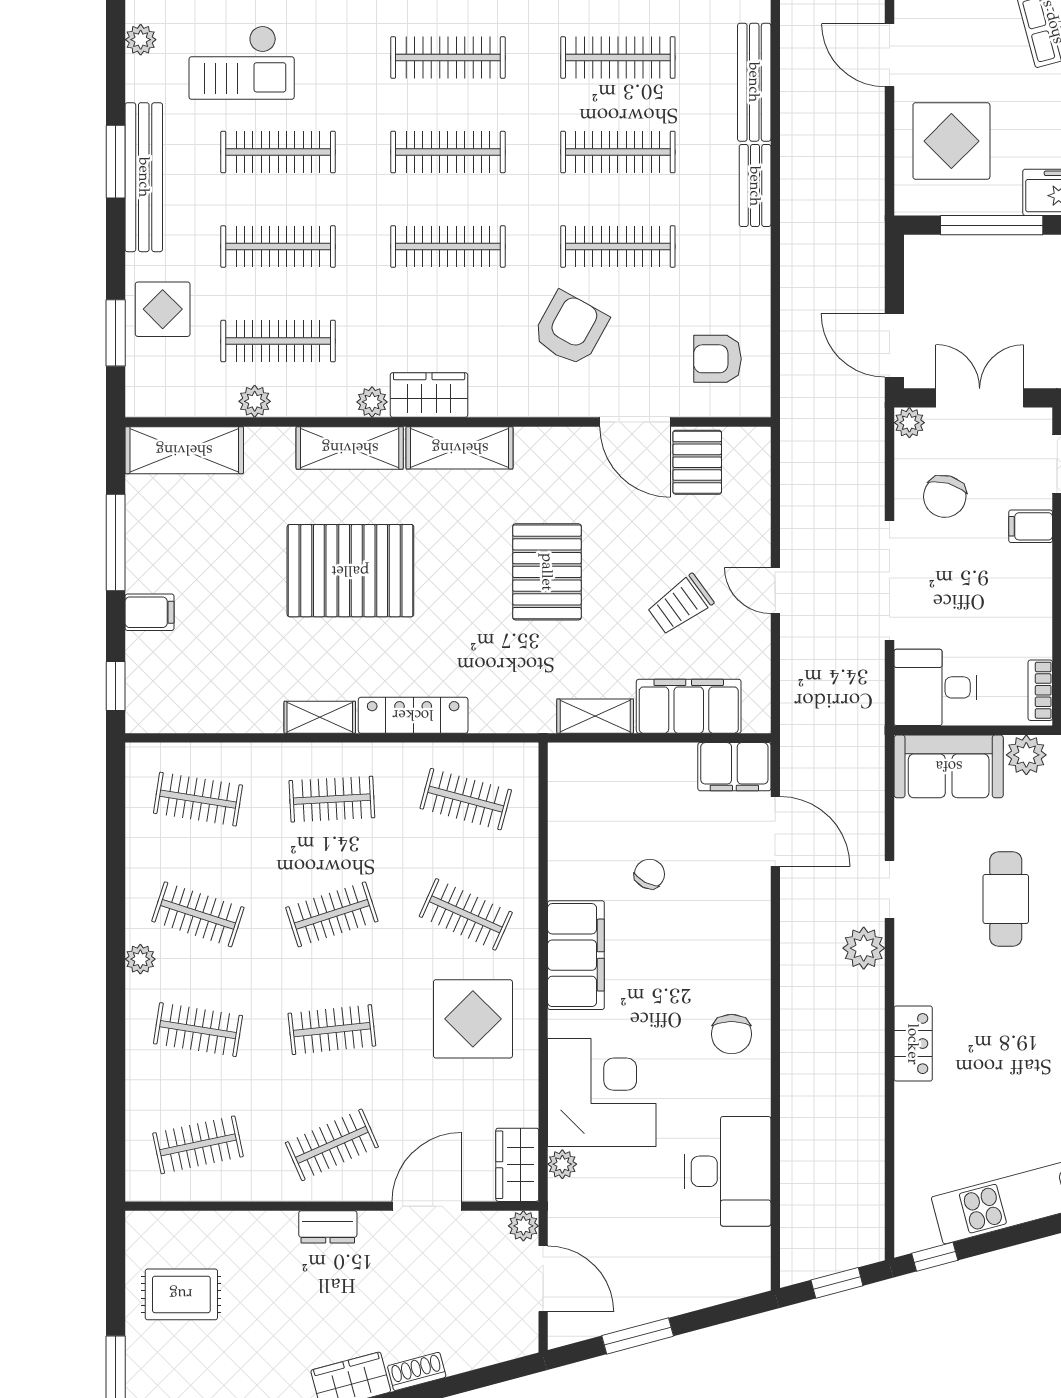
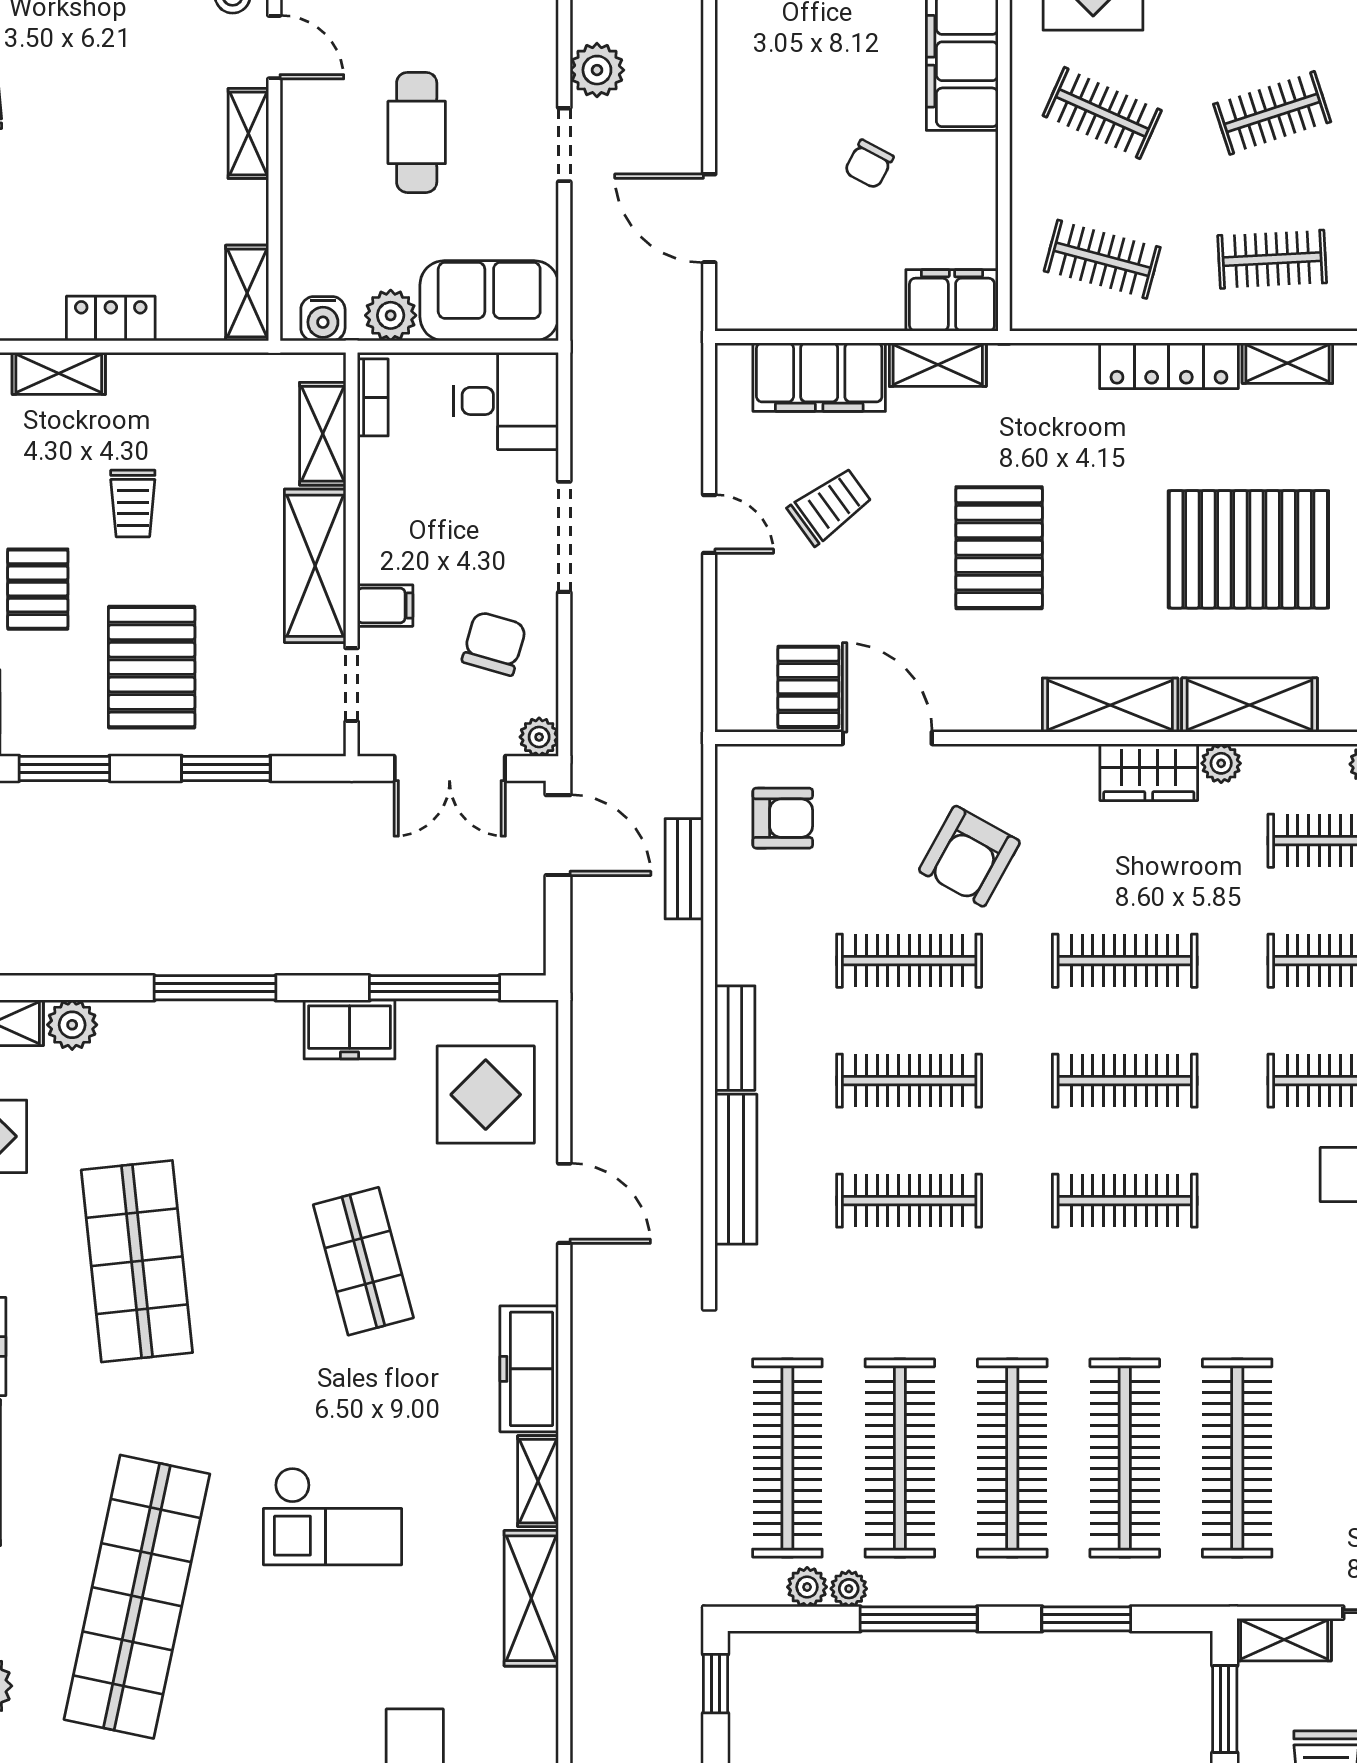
bench: (795, 319) -> (684, 869), added
doorway: (890, 580) -> (564, 537), width x0.73
filing cabinet: (734, 767) -> (952, 300), moved

